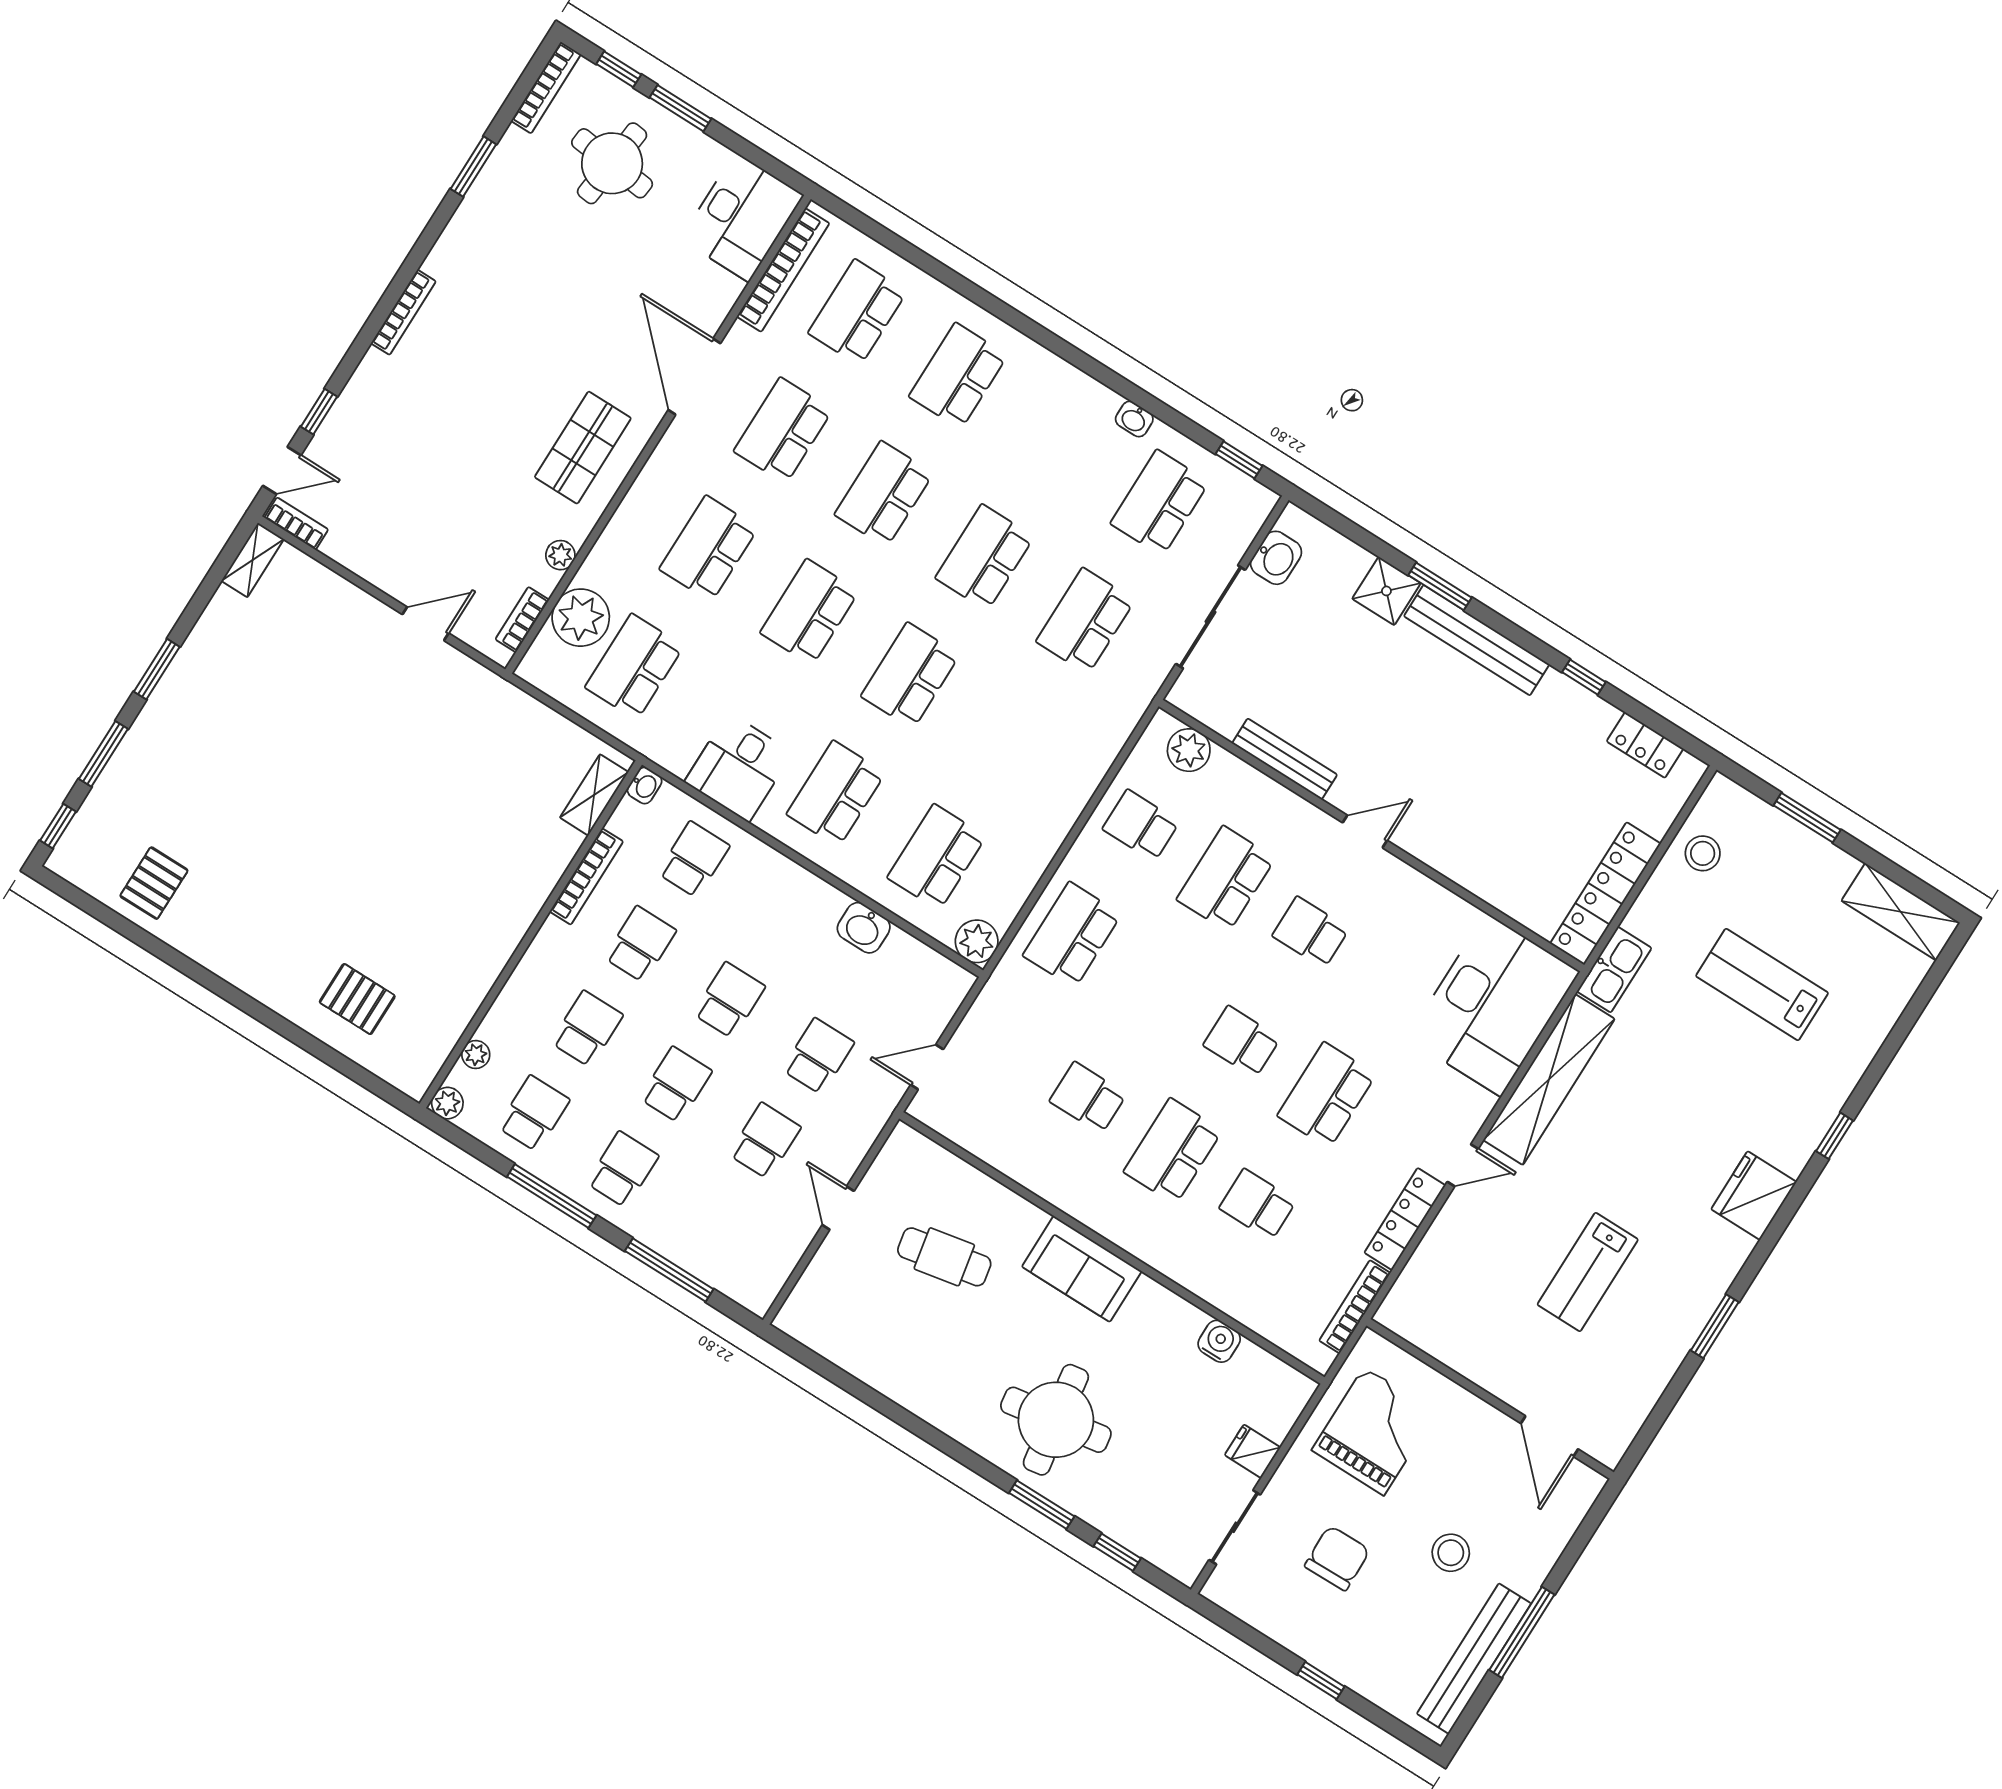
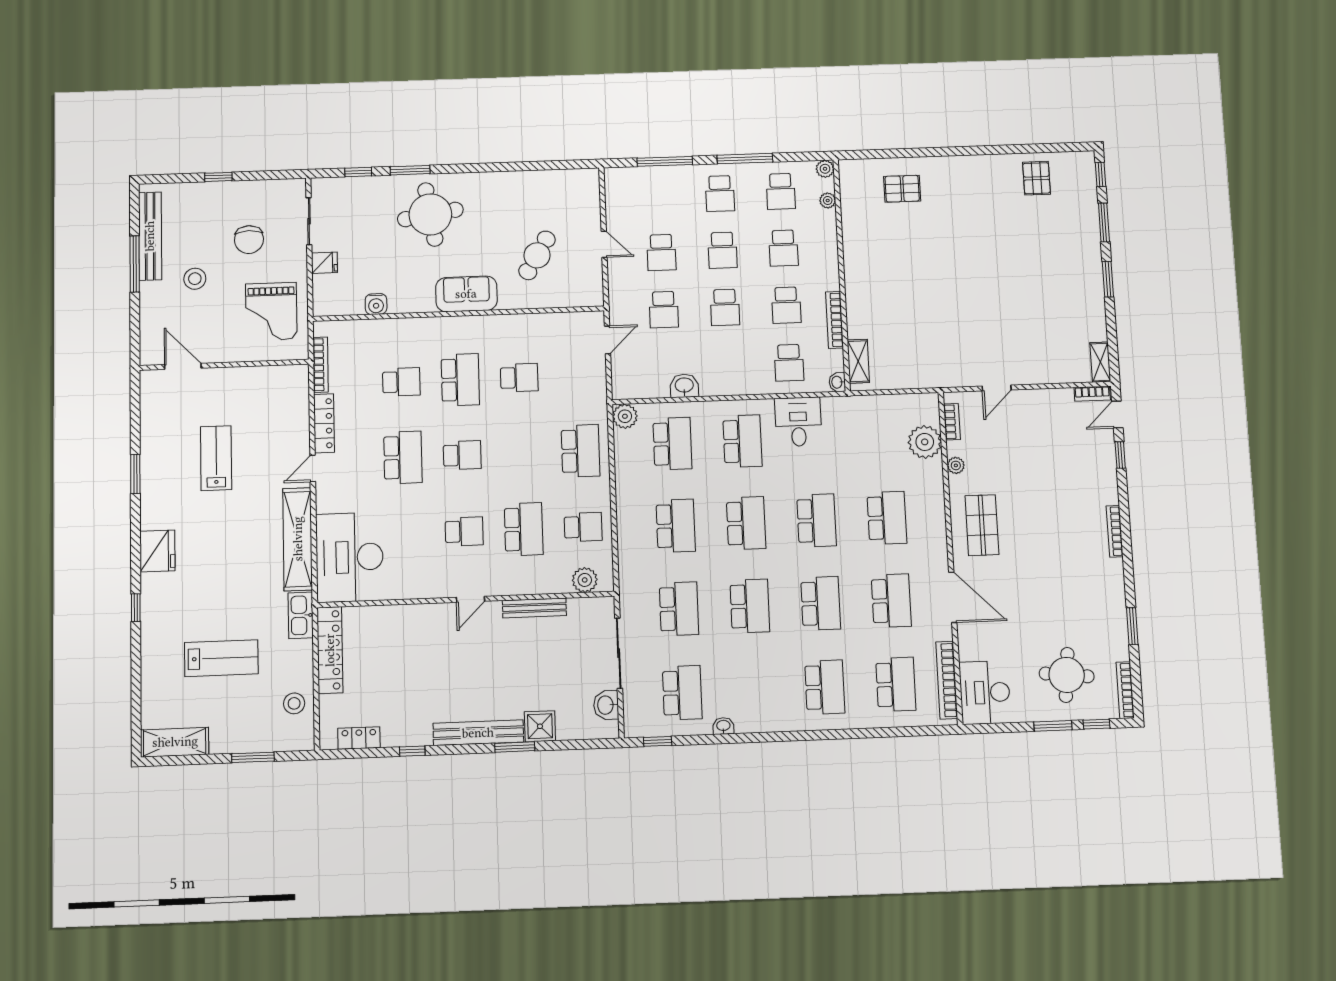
school desk: (634, 667) -> (676, 526), moved
cafe table: (944, 1257) -> (537, 255), turned -48

